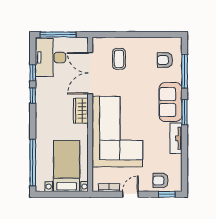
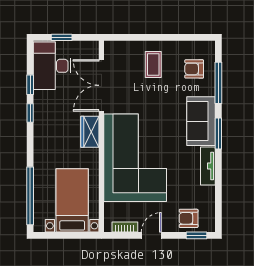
window: (58, 35) -> (62, 37), width x0.46
coffee table: (119, 59) -> (153, 65), moved

